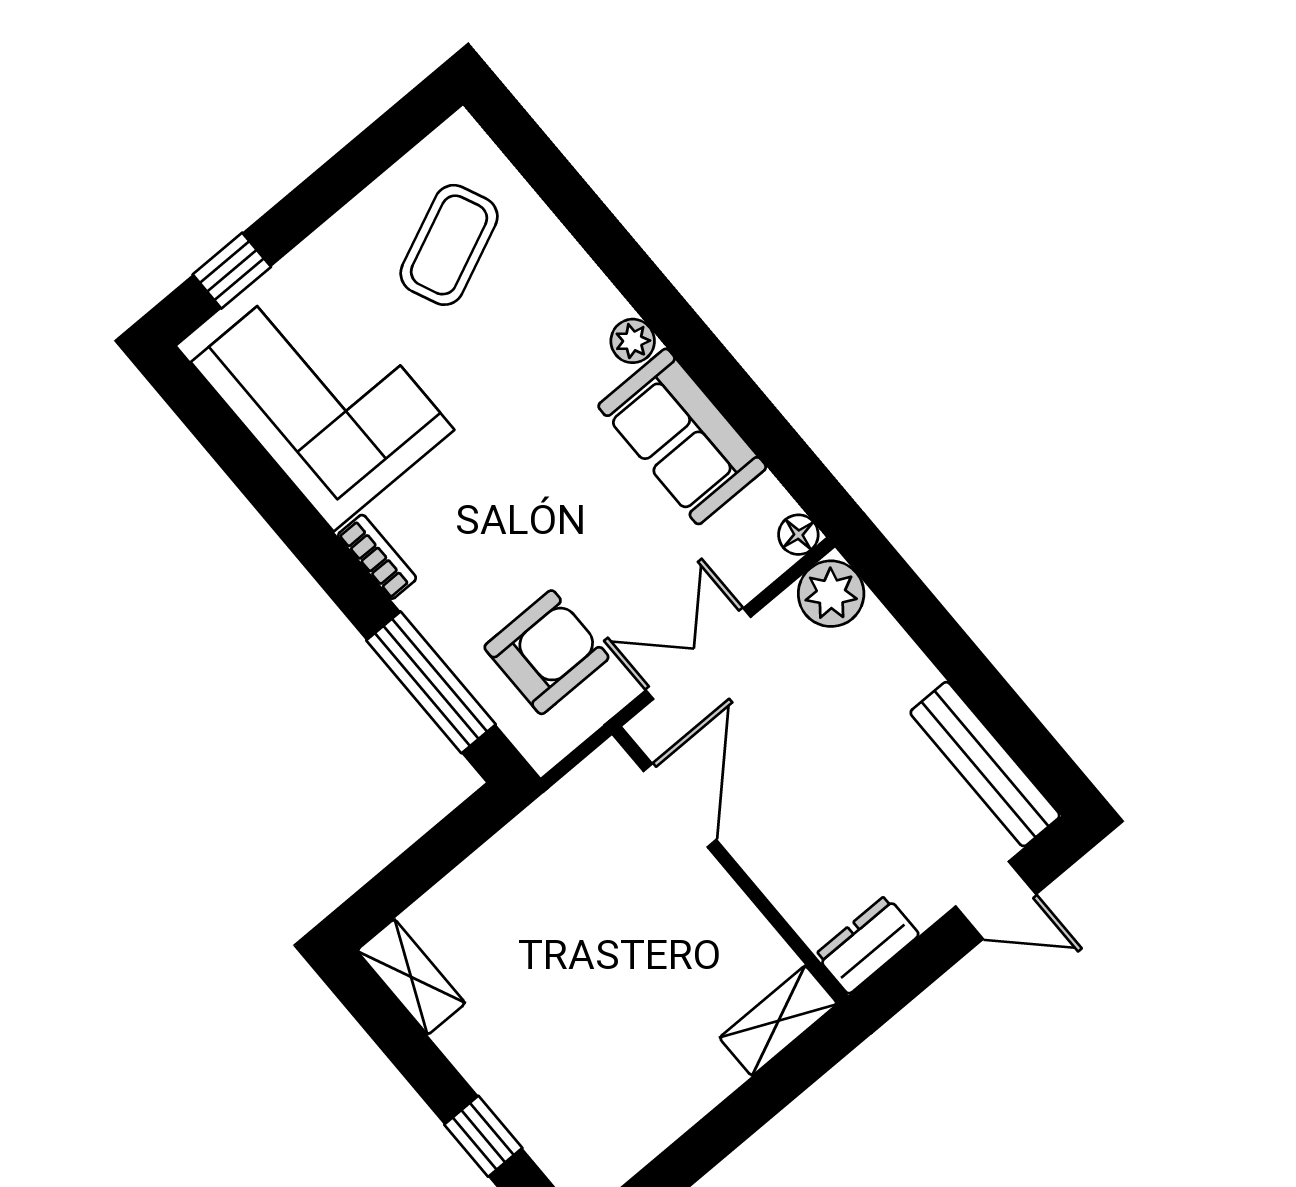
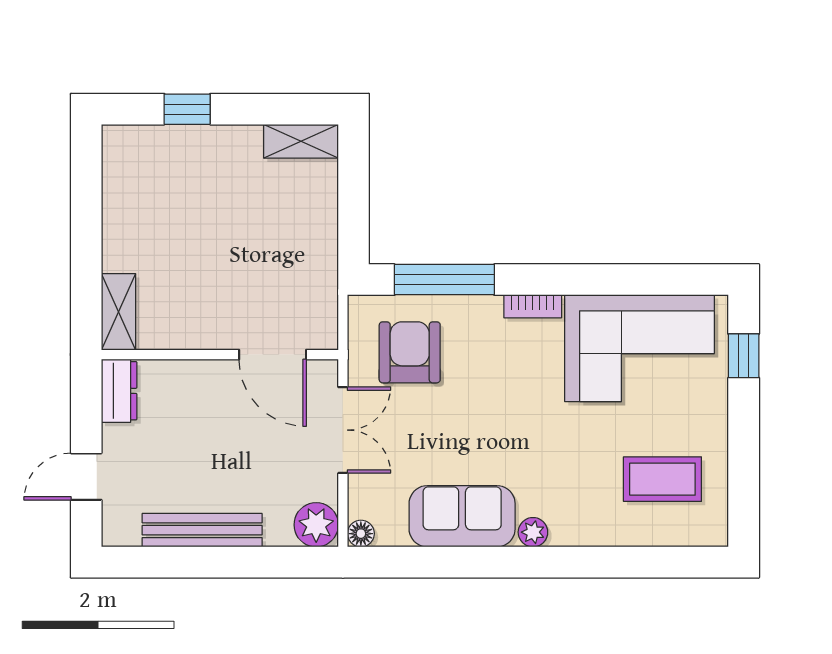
coffee table: (449, 245) -> (662, 479), turned -66
armchair: (546, 652) -> (410, 352), turned 180
bench: (985, 764) -> (202, 530), moved

